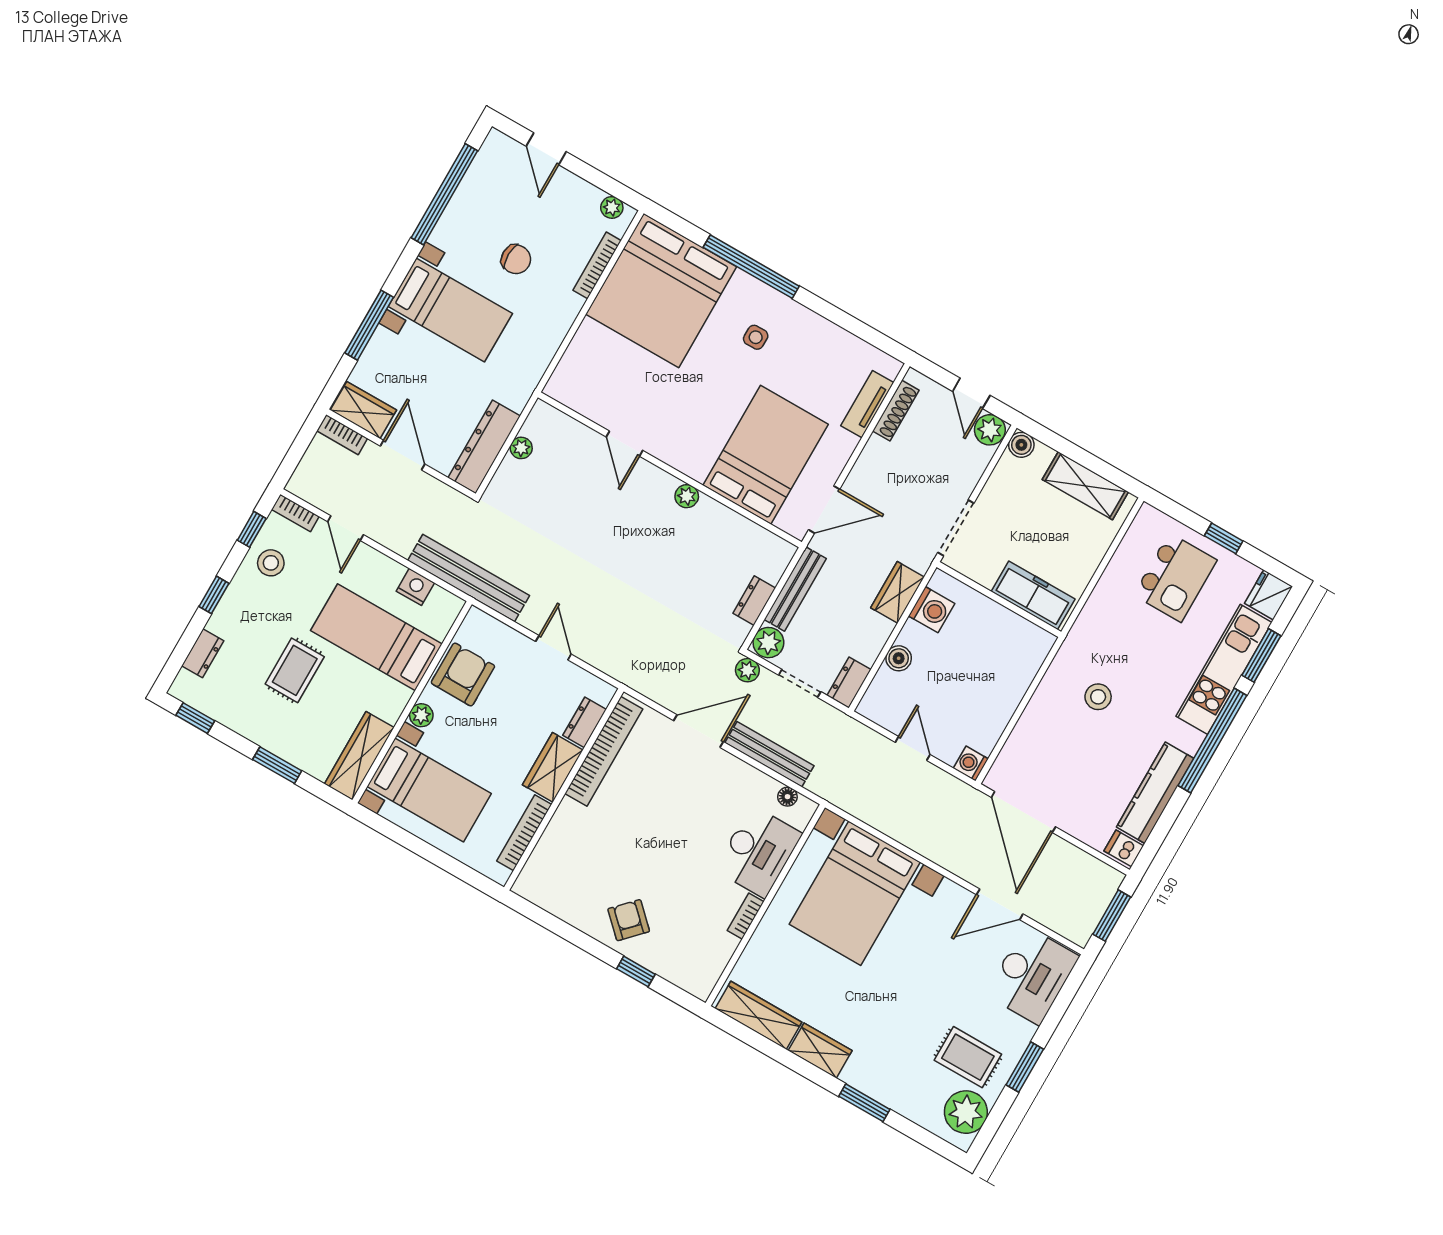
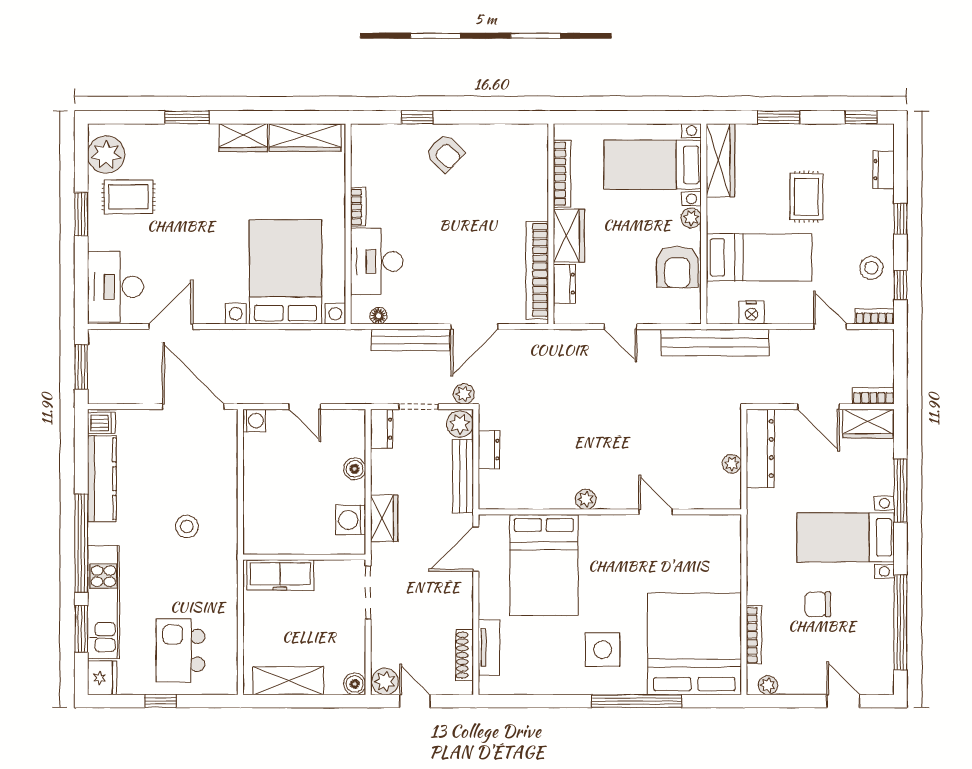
side table: (756, 337) -> (603, 650), width x1.87, depth x1.87

